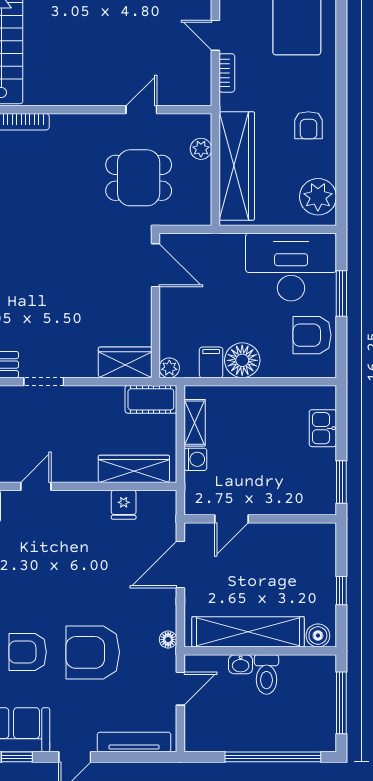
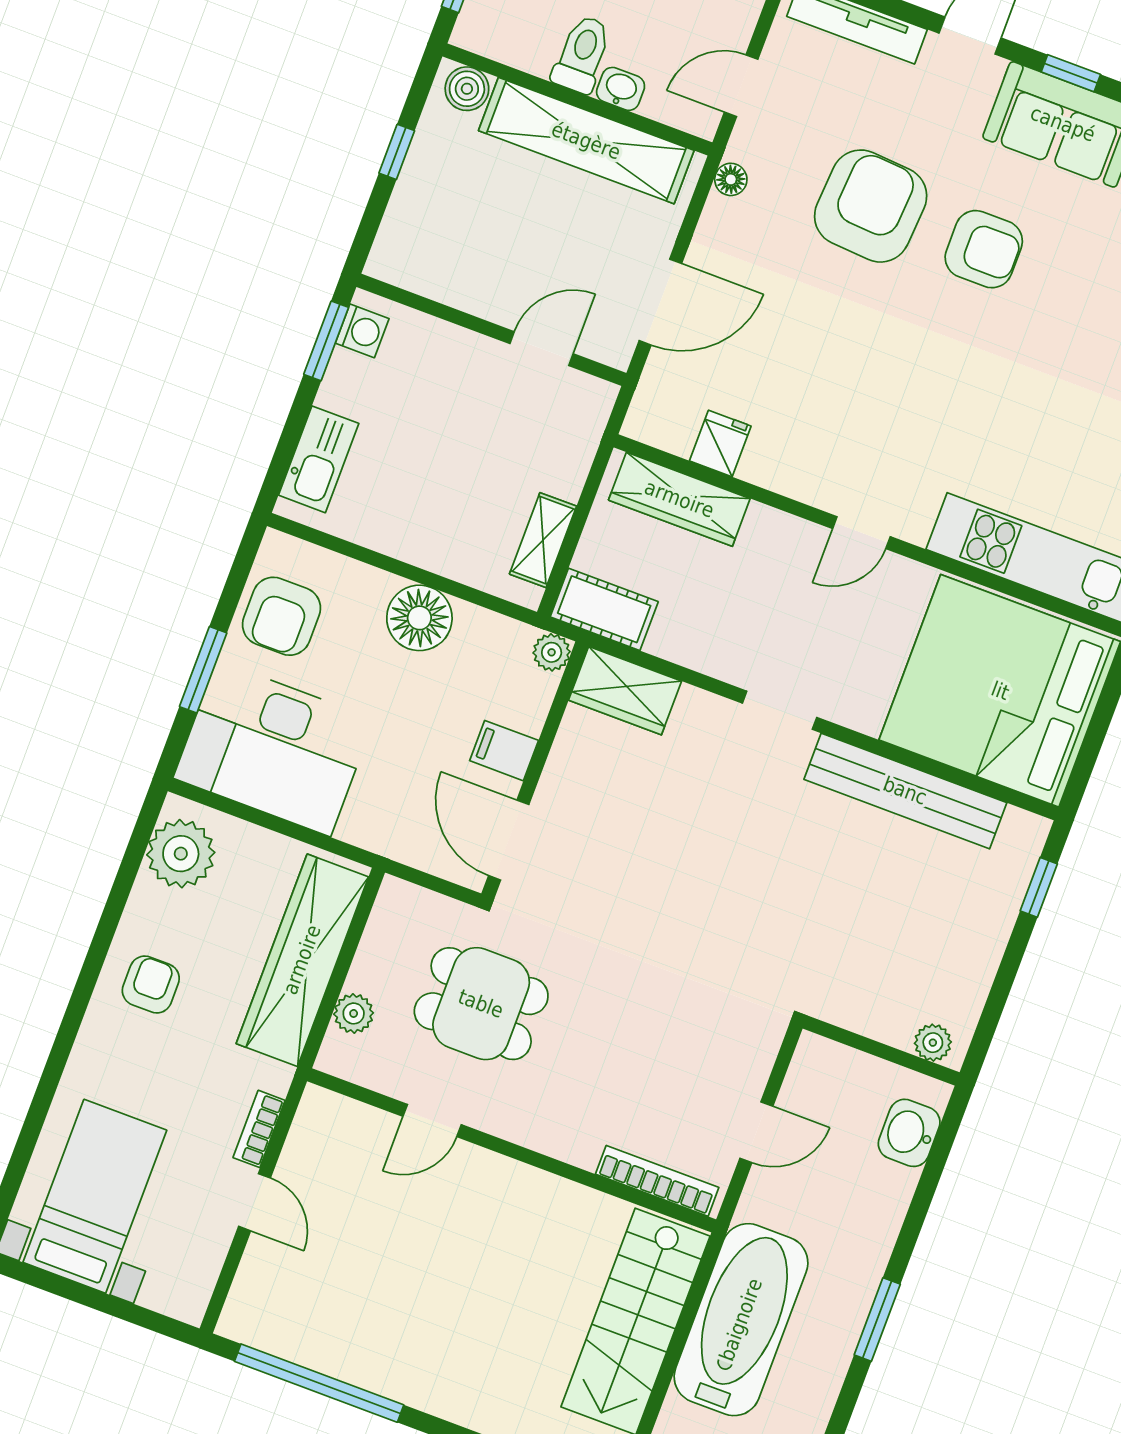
armchair: (312, 335) -> (281, 616), turned 90
filing cabinet: (211, 362) -> (504, 751), moved, turned 90
kitchen sink: (323, 428) -> (319, 459), width x1.38
washing machine: (195, 459) -> (362, 331), moved, turned 180
armchair: (93, 652) -> (871, 206), turned -86

